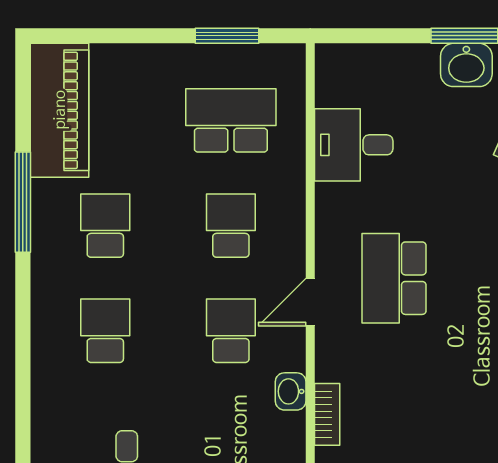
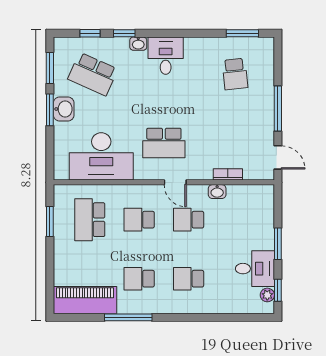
desk: (354, 145) -> (101, 156), width x1.87, depth x1.30

